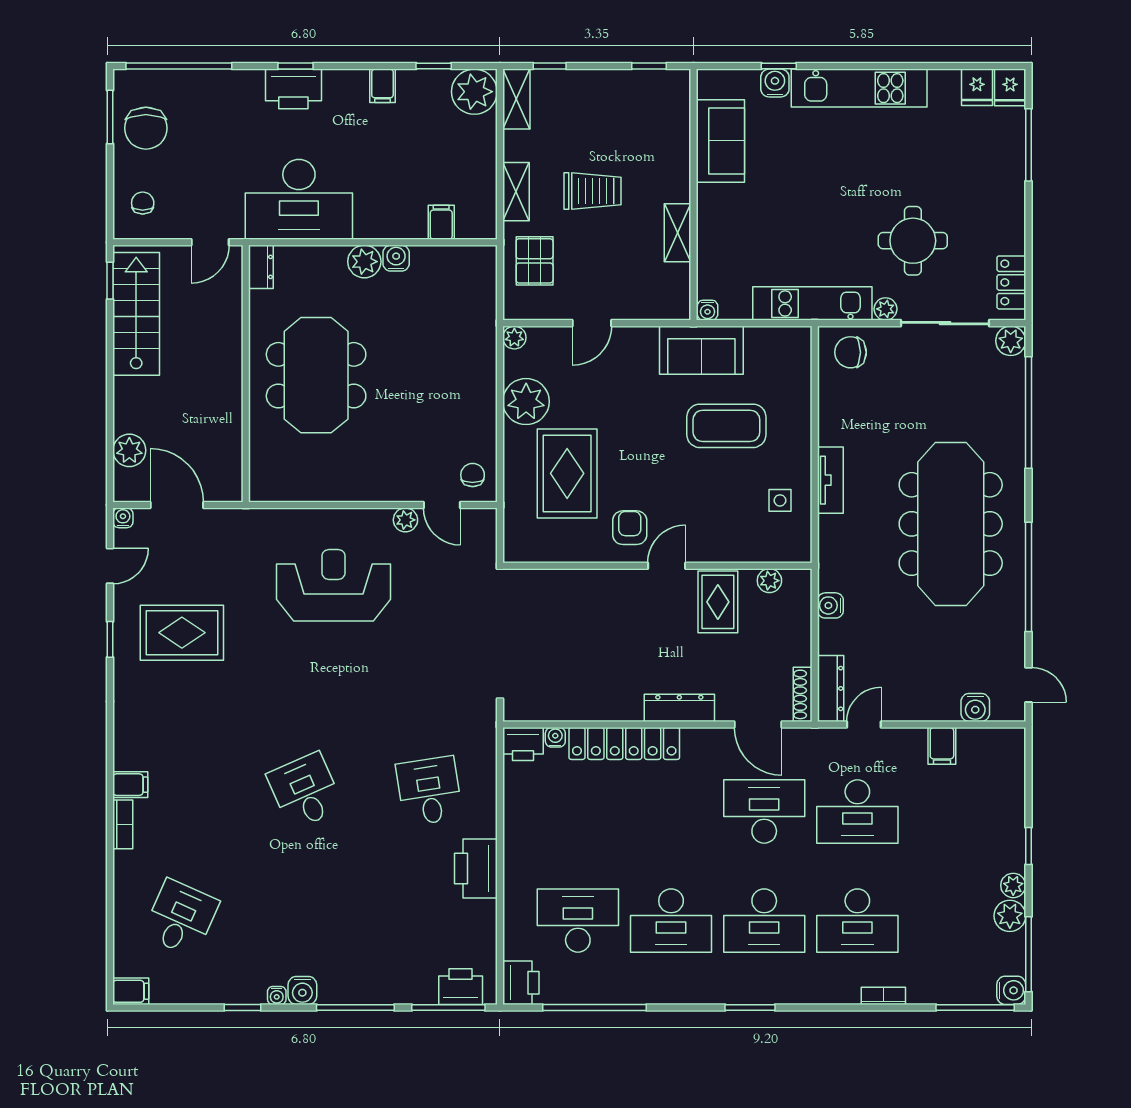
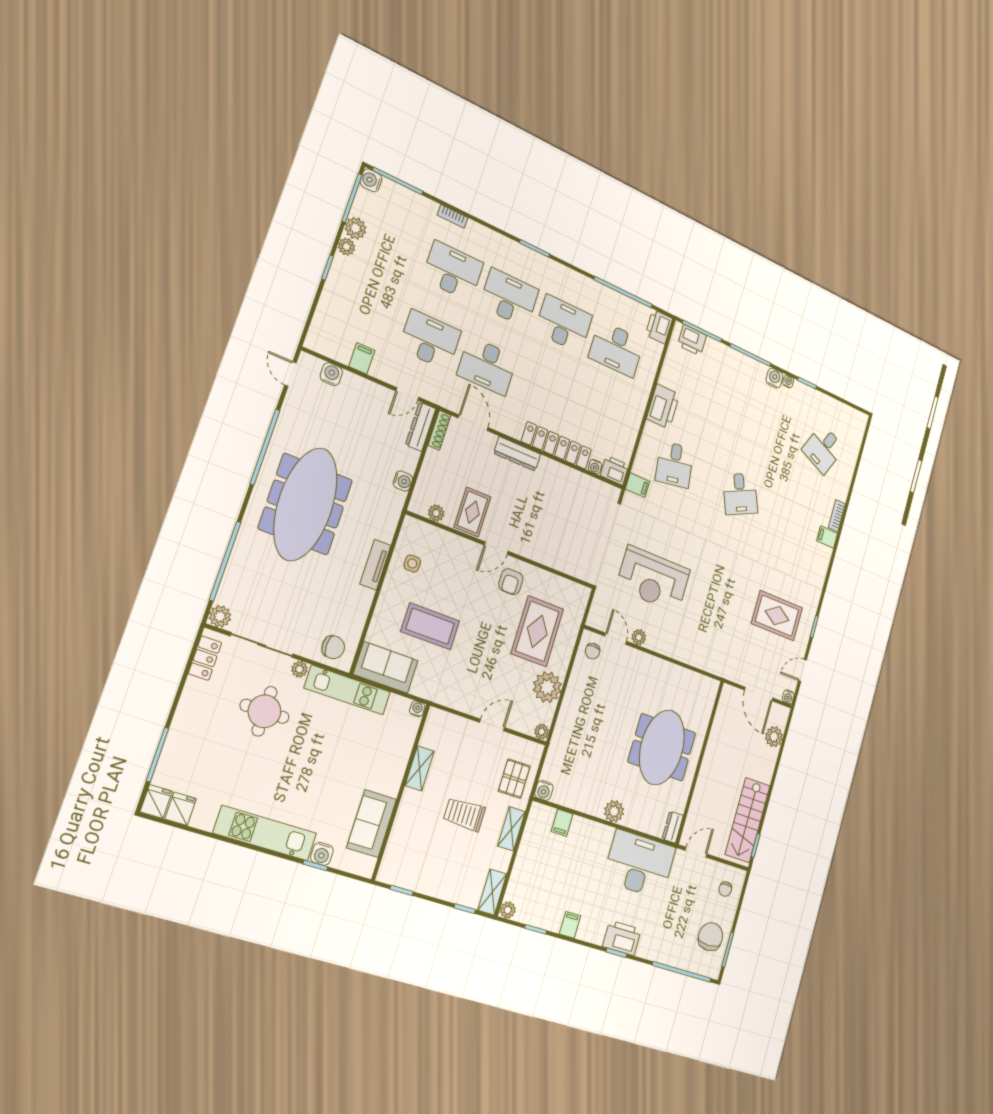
plant: (474, 92) -> (508, 910), width x0.53, depth x0.53
water cooler: (396, 258) -> (544, 790), moved
sofa: (701, 350) -> (386, 667), moved
reception desk: (334, 585) -> (653, 579), moved
filing cabinet: (131, 991) -> (638, 485), moved, turned 180

